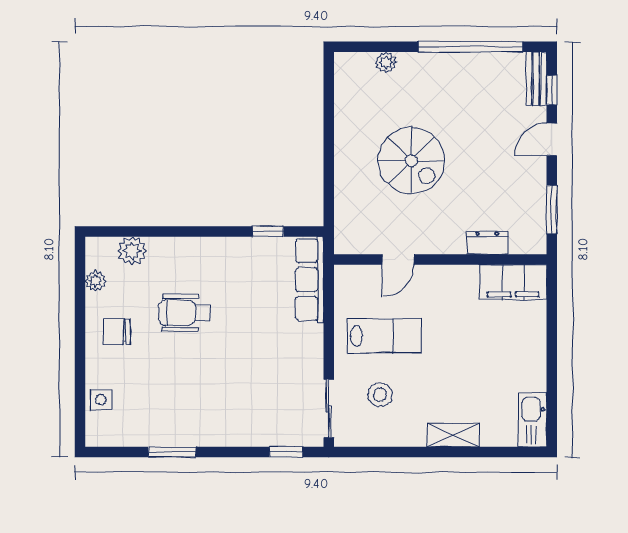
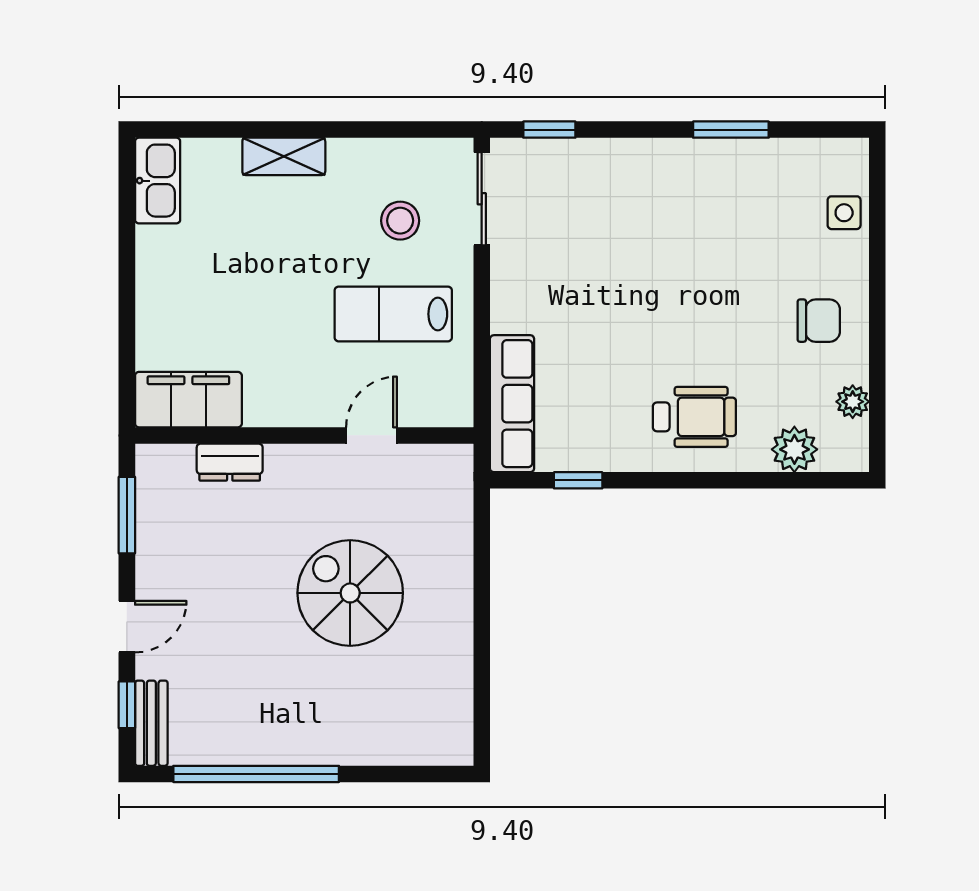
plant: (386, 62) -> (391, 749), removed
wheelchair: (185, 313) -> (694, 417), moved

